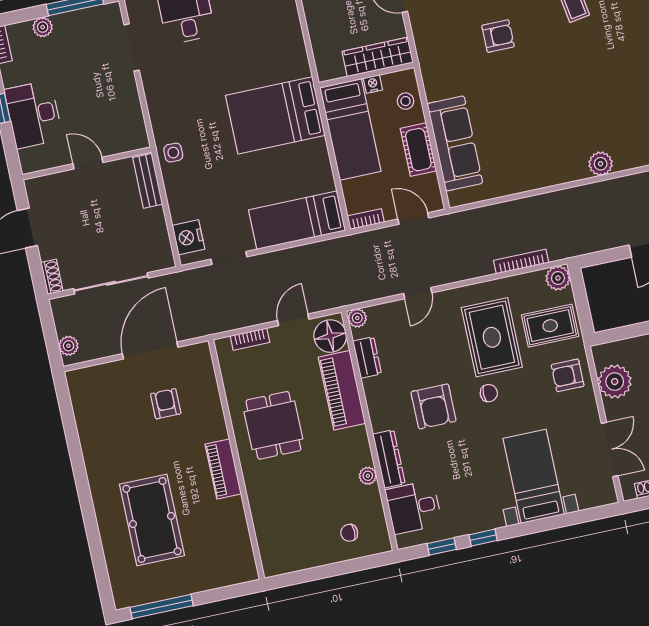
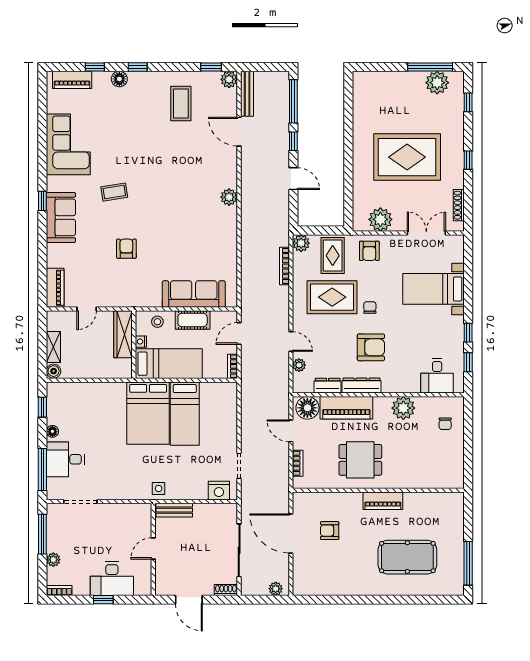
bed: (297, 220) -> (185, 414), moved
plant: (357, 318) -> (299, 365), moved
dresser: (389, 459) -> (362, 386), moved
plant: (368, 476) -> (403, 408), width x1.88, depth x1.88

